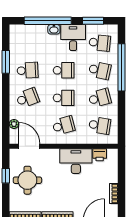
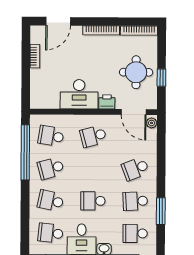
window: (121, 67) -> (25, 152), moved
school desk: (64, 98) -> (135, 233), moved
plant: (14, 124) -> (152, 123), moved
printer: (100, 155) -> (107, 102), moved

